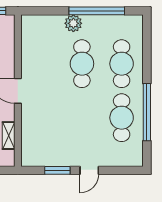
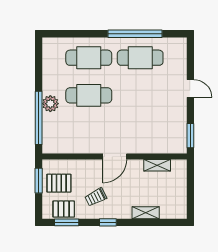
window: (97, 11) -> (39, 118), moved
window: (57, 170) -> (190, 136), moved

